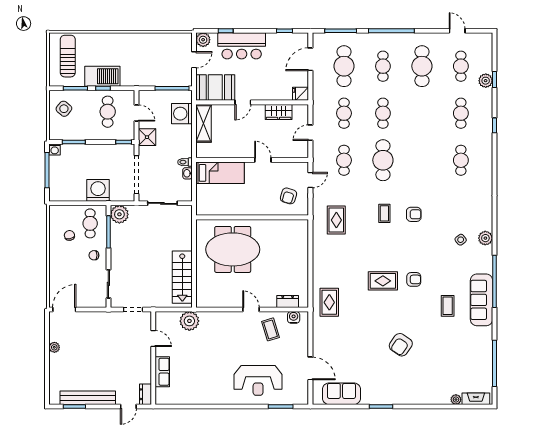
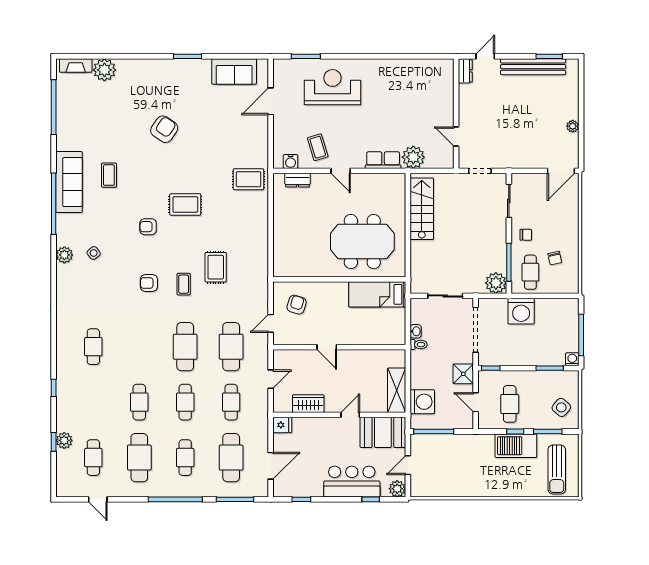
cafe table: (461, 113) -> (139, 402), moved
cafe table: (344, 160) -> (231, 347), width x1.37, depth x1.35
bed: (220, 173) -> (377, 294), moved
rug: (336, 220) -> (216, 267), moved
armchair: (414, 279) -> (148, 227), moved
rug: (329, 302) -> (248, 179), turned 90
door: (310, 368) -> (271, 101), hinge flipped
row of seats: (162, 372) -> (383, 160), moved, turned 90
plant: (456, 400) -> (104, 70), width x1.87, depth x1.87

